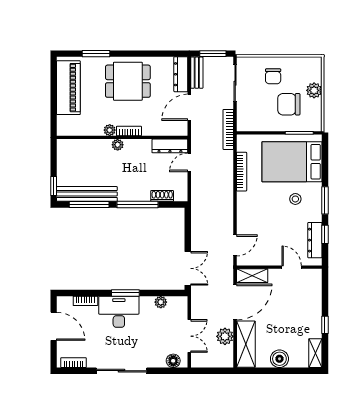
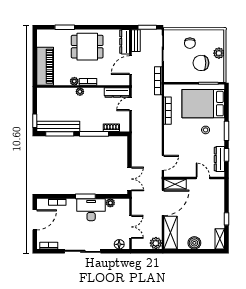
piano: (68, 88) -> (45, 66), moved
desk: (119, 312) -> (91, 210), moved
door: (54, 326) -> (35, 220), hinge flipped
plant: (225, 336) -> (156, 243), moved

